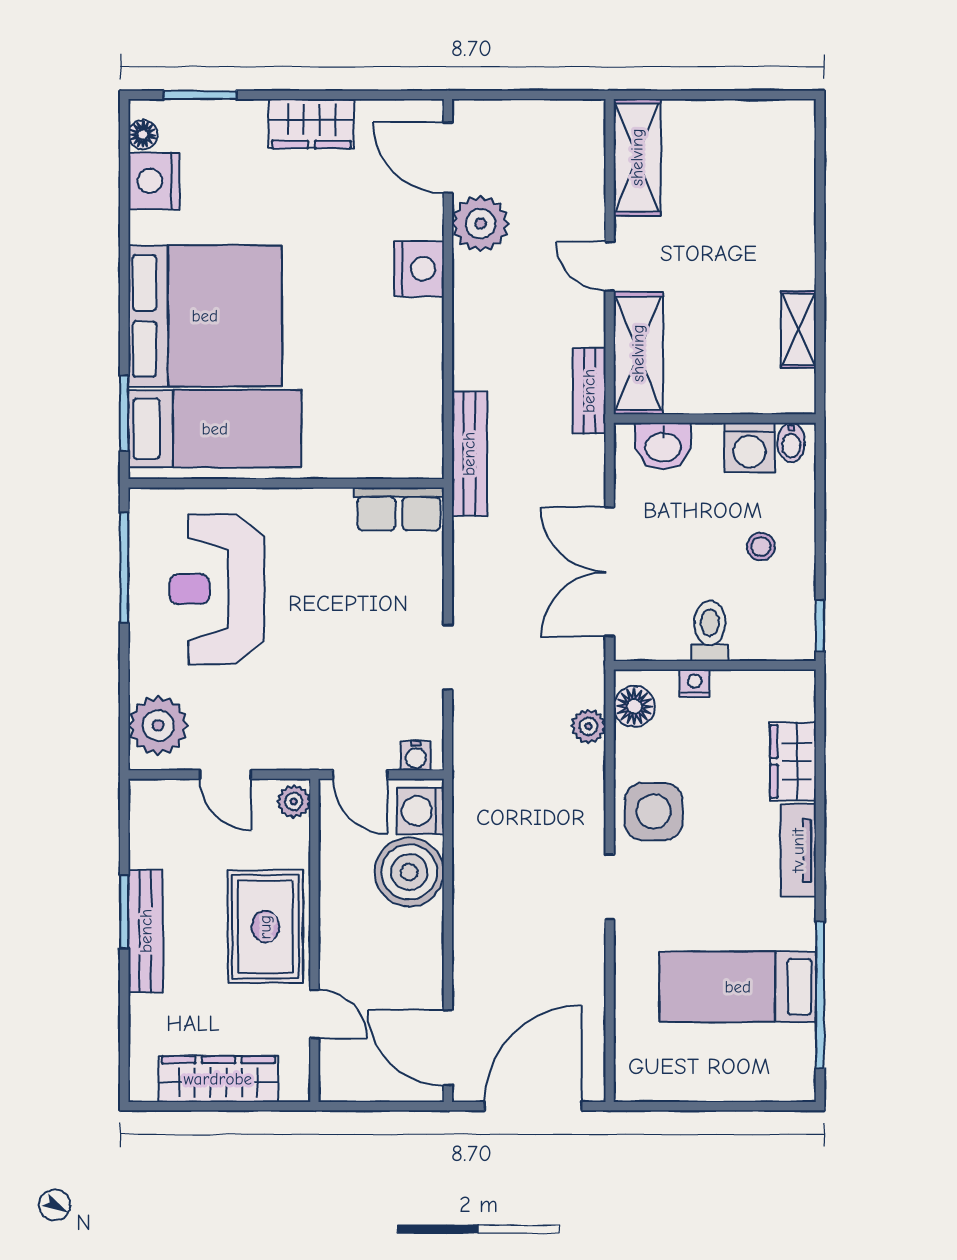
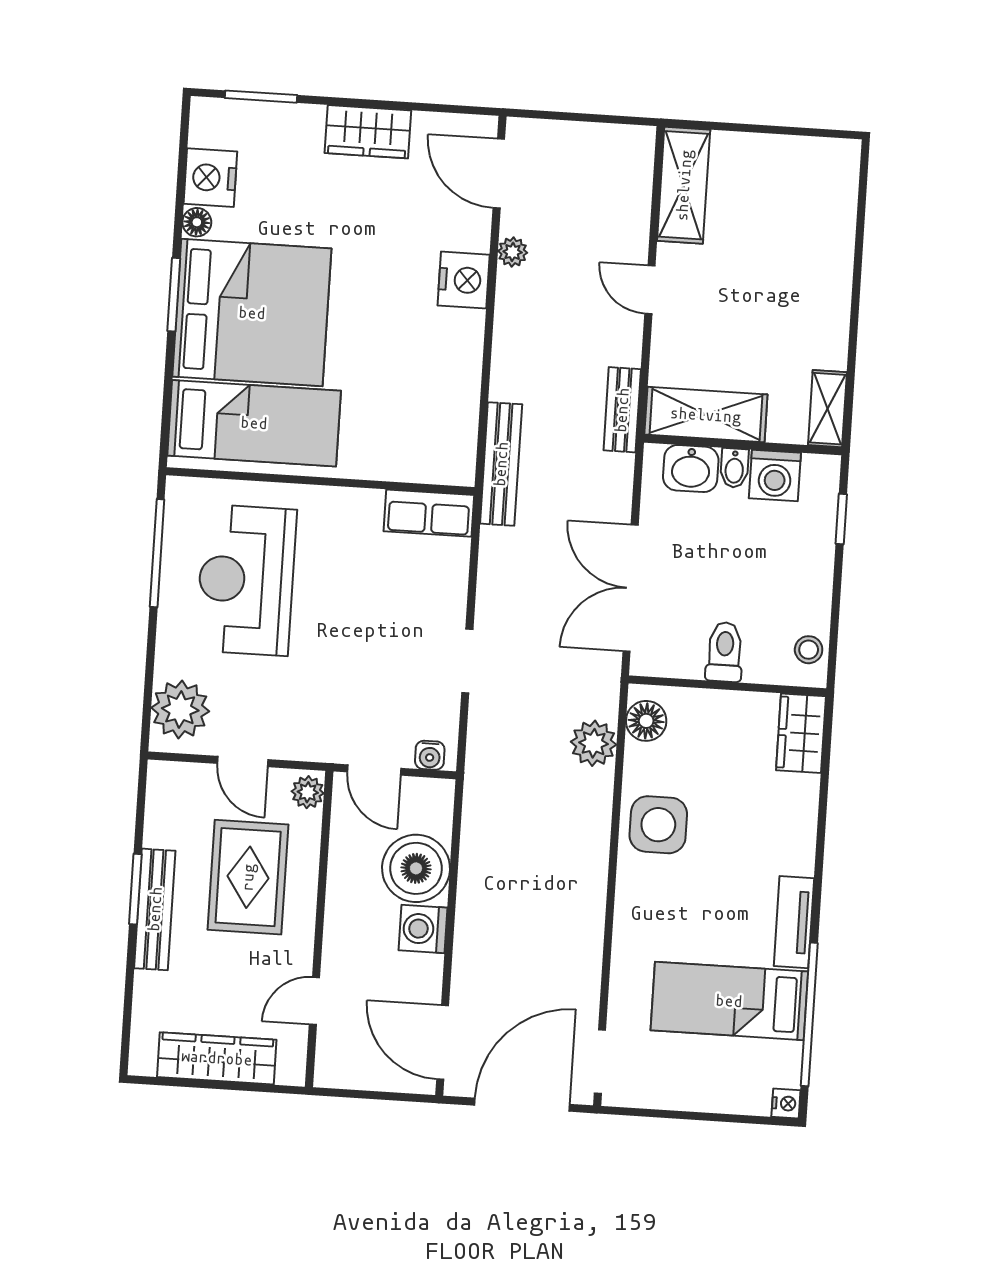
floor lamp: (143, 135) -> (197, 222), moved
plant: (480, 224) -> (513, 252), width x0.53, depth x0.53
shelving: (799, 329) -> (827, 409), moved
shelving: (638, 353) -> (706, 415), moved, turned 90
window: (124, 413) -> (174, 295), moved
bidet: (791, 443) -> (734, 468), moved
stool: (761, 547) -> (809, 650), moved
window: (820, 626) -> (841, 519), moved
nightstand: (695, 683) -> (786, 1103), moved, turned 90
plant: (589, 726) -> (594, 743), width x1.38, depth x1.38
wardrobe: (793, 762) -> (801, 733), moved
washing machine: (420, 811) -> (423, 929), moved
tv unit: (798, 850) -> (794, 922), moved
doorway: (610, 887) -> (600, 1062), moved
rug: (265, 927) -> (248, 877), moved
door: (314, 1014) -> (314, 1001), swing flipped

